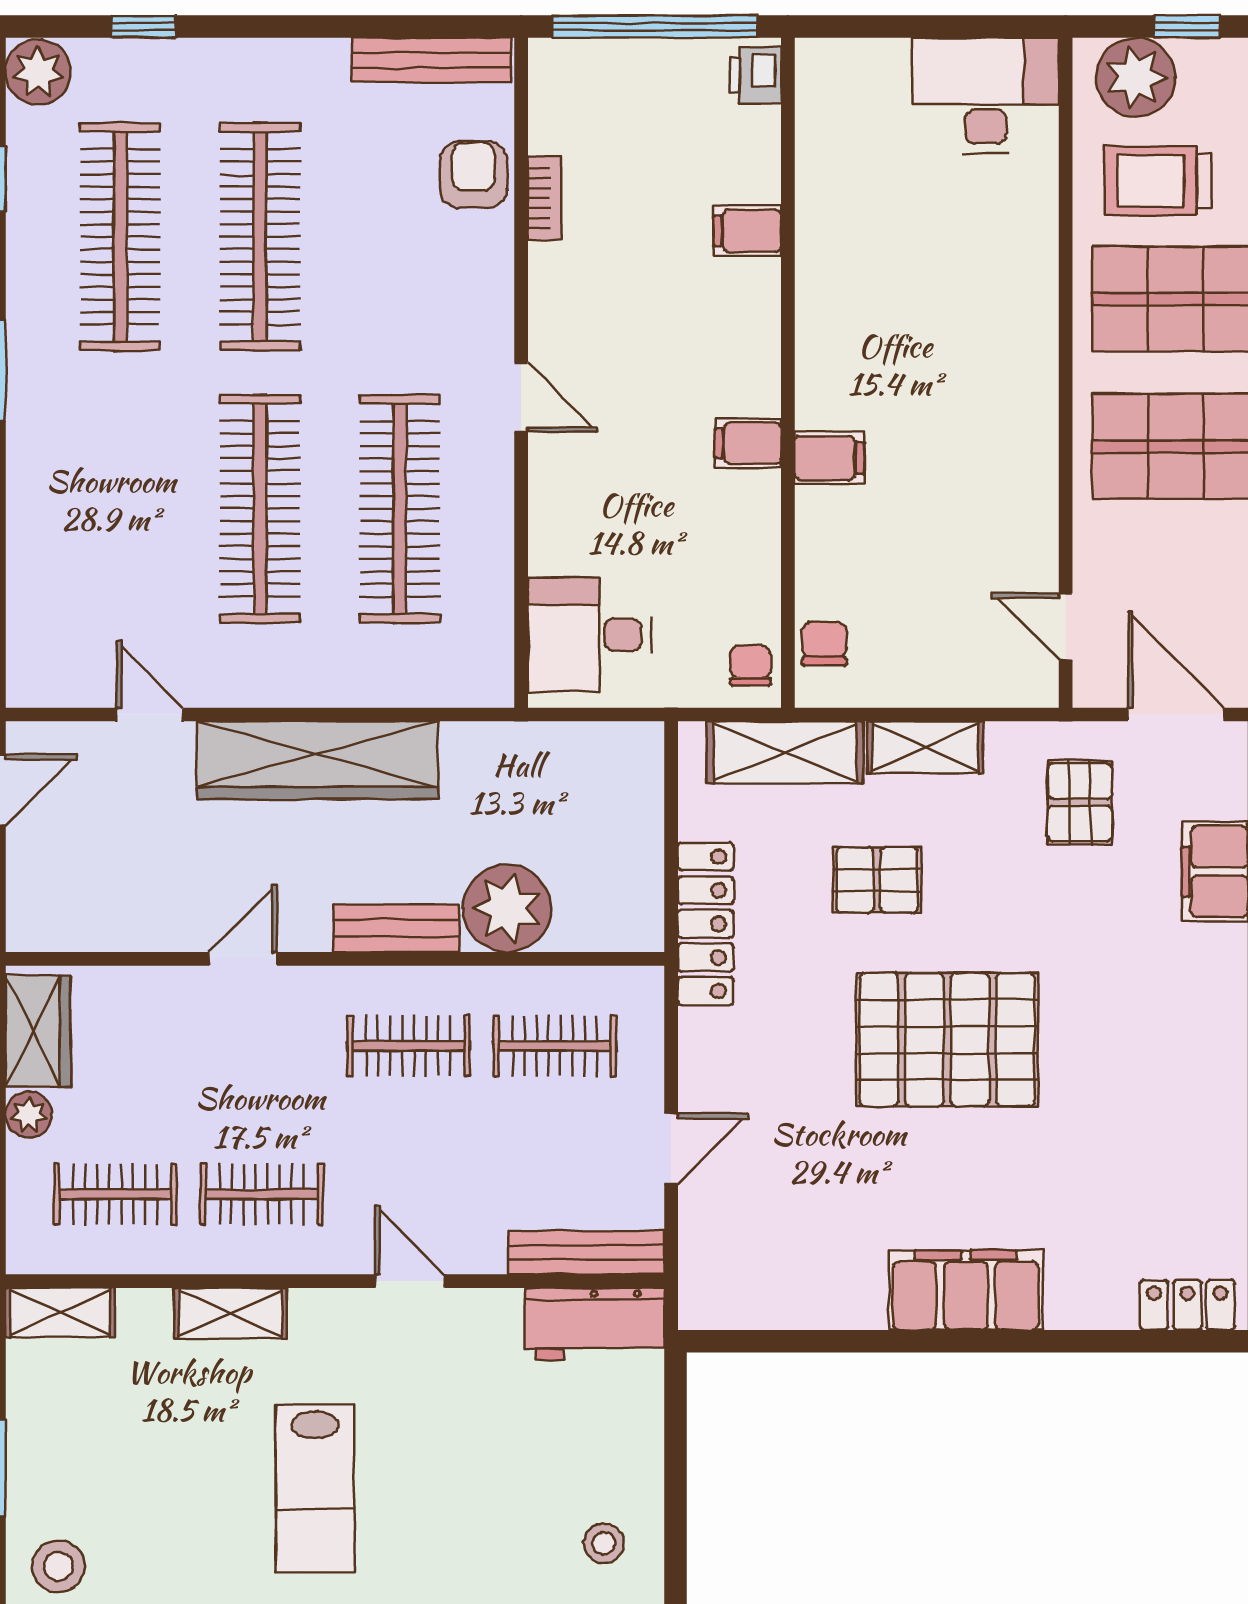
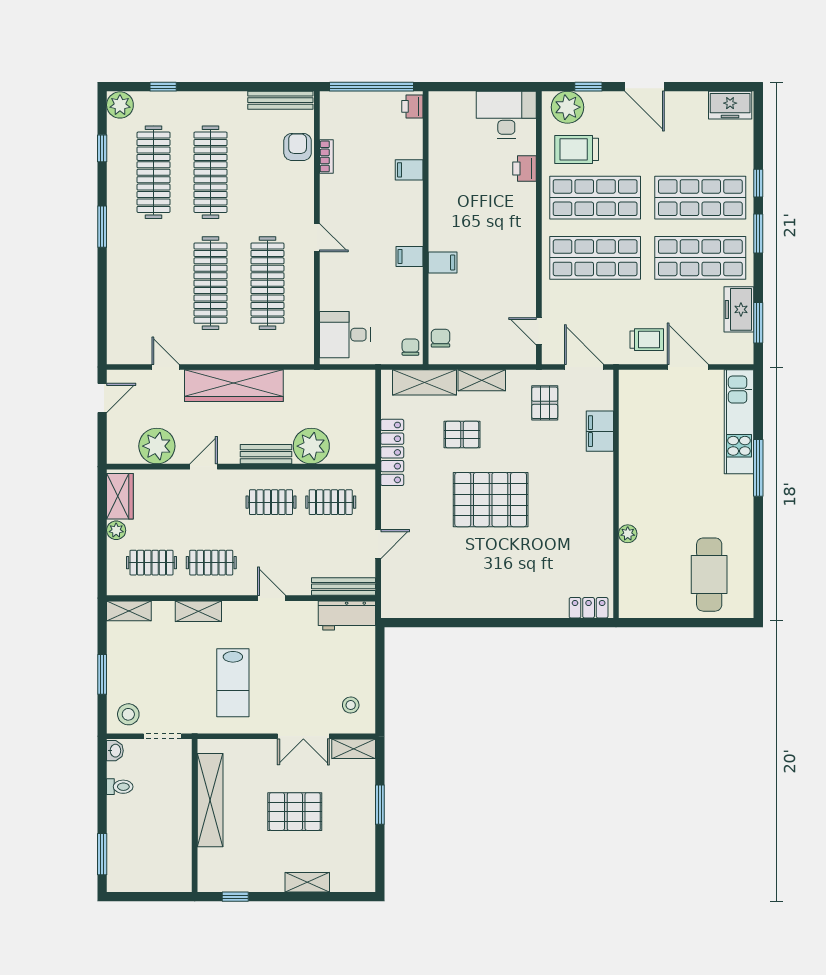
printer: (1030, 228) -> (525, 169), added
plant: (128, 908) -> (157, 446), added
filing cabinet: (966, 1290) -> (498, 602), removed

